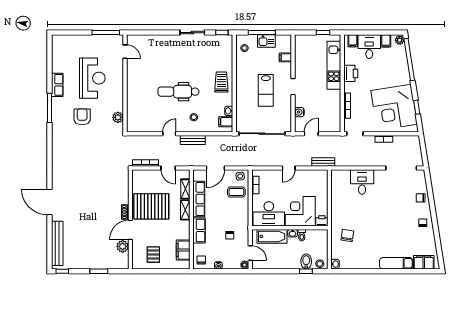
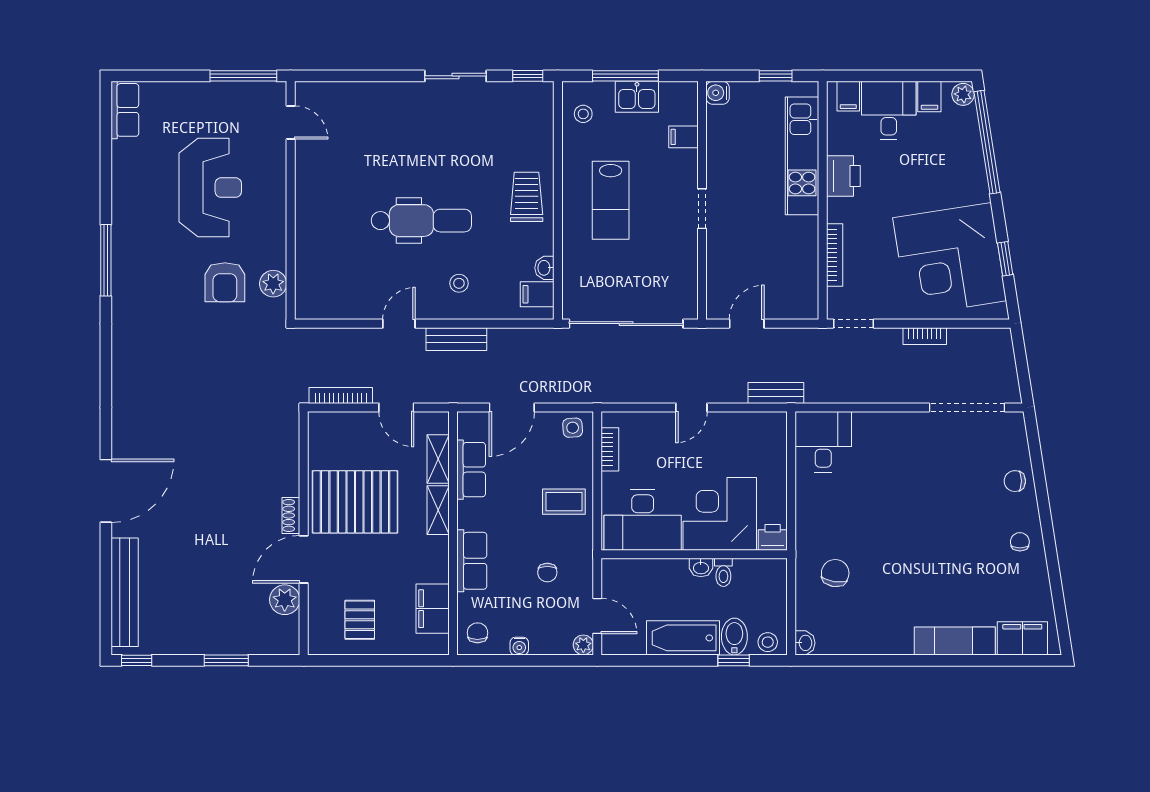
row of seats: (57, 85) -> (125, 110), moved
lab bench: (266, 90) -> (611, 200), moved
dental chair: (178, 92) -> (421, 221), turned 180
water cooler: (299, 112) -> (718, 93), moved
armchair: (82, 117) -> (225, 282), moved, turned 180
desk: (362, 182) -> (823, 442), moved
coffee table: (236, 192) -> (564, 502), moved
row of seats: (199, 199) -> (471, 470), width x0.68
door: (50, 202) -> (106, 491), swing flipped
bathtub: (272, 236) -> (683, 638), moved, turned 180

